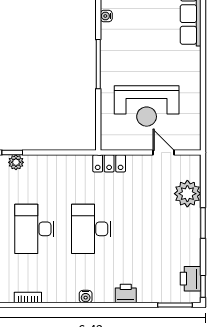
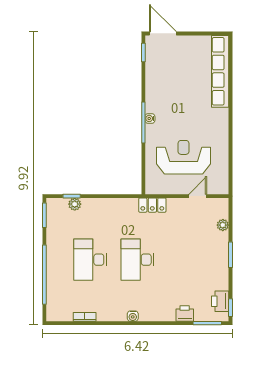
water cooler: (106, 16) -> (150, 118), moved
reception desk: (147, 106) -> (184, 157), turned 180
door: (164, 153) -> (198, 196), hinge flipped
plant: (187, 194) -> (223, 225), width x0.53, depth x0.53
printer: (126, 293) -> (185, 314), moved

